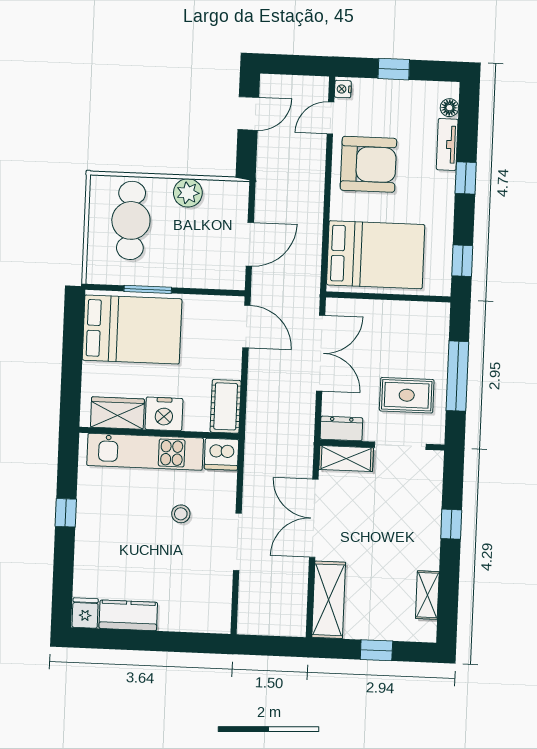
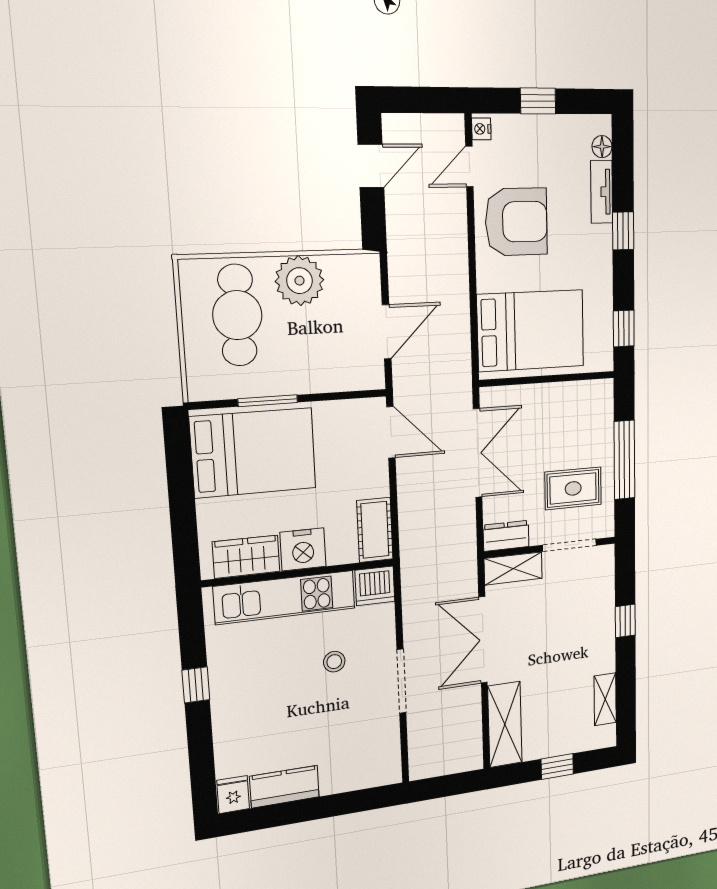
plant: (188, 193) -> (299, 281), width x1.36, depth x1.36

